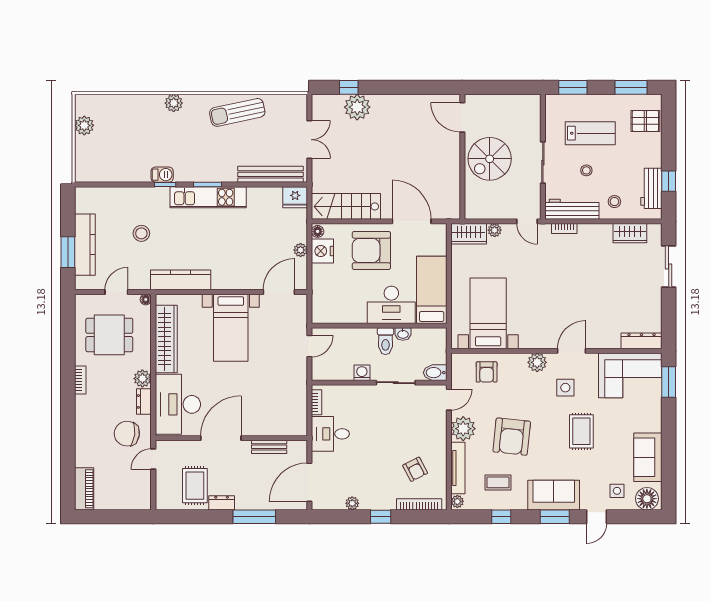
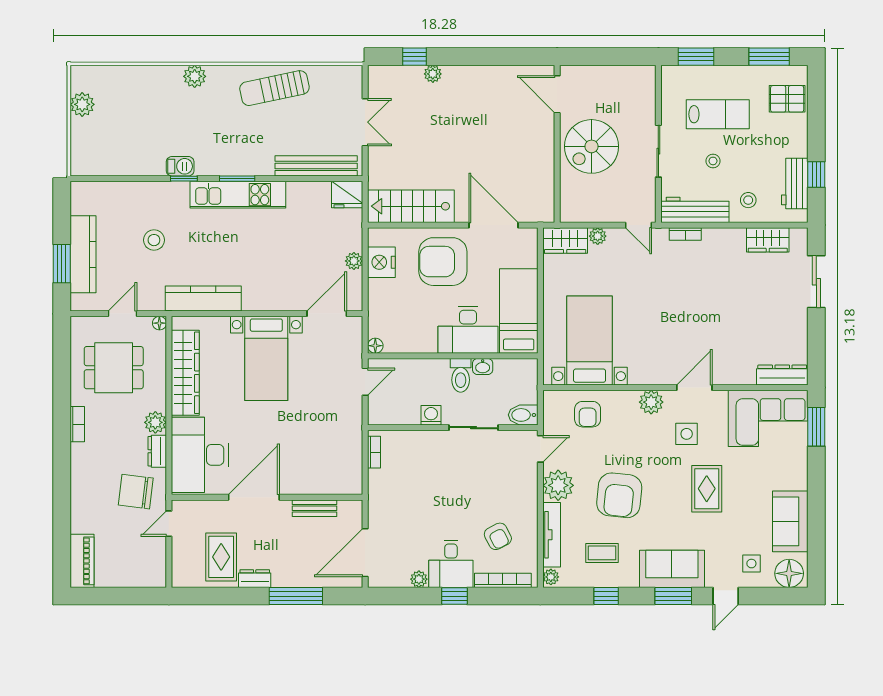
plant: (357, 107) -> (433, 74), width x0.53, depth x0.53
floor lamp: (318, 231) -> (375, 346), moved
desk: (330, 434) -> (451, 564), moved, turned -90

